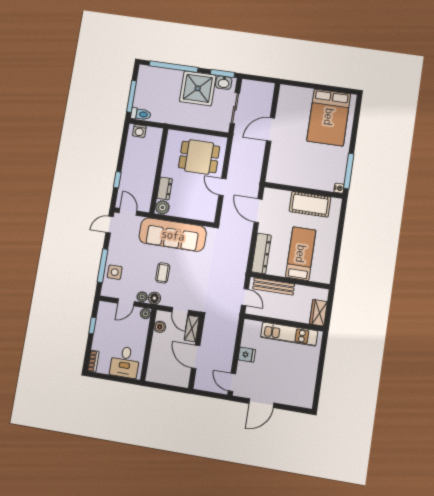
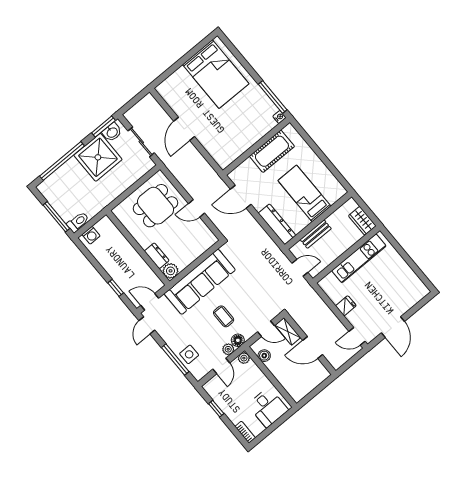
bench: (274, 286) -> (316, 234), width x0.73

